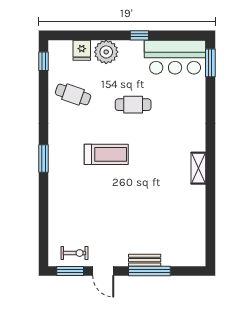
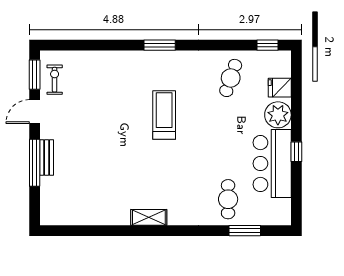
bar counter: (175, 57) -> (272, 164), moved
window: (210, 63) -> (245, 231), moved
cafe table: (133, 105) -> (228, 199), moved
treadmill: (106, 154) -> (164, 115), turned 180
exercise bike: (75, 253) -> (55, 80), turned 180

